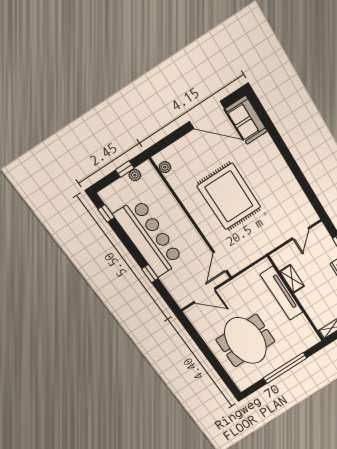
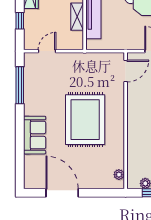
sofa: (246, 120) -> (35, 135), moved
window: (307, 188) -> (20, 85), added

